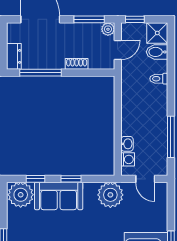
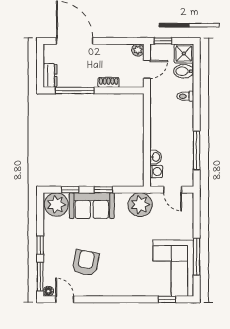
window: (89, 19) -> (120, 41), removed

